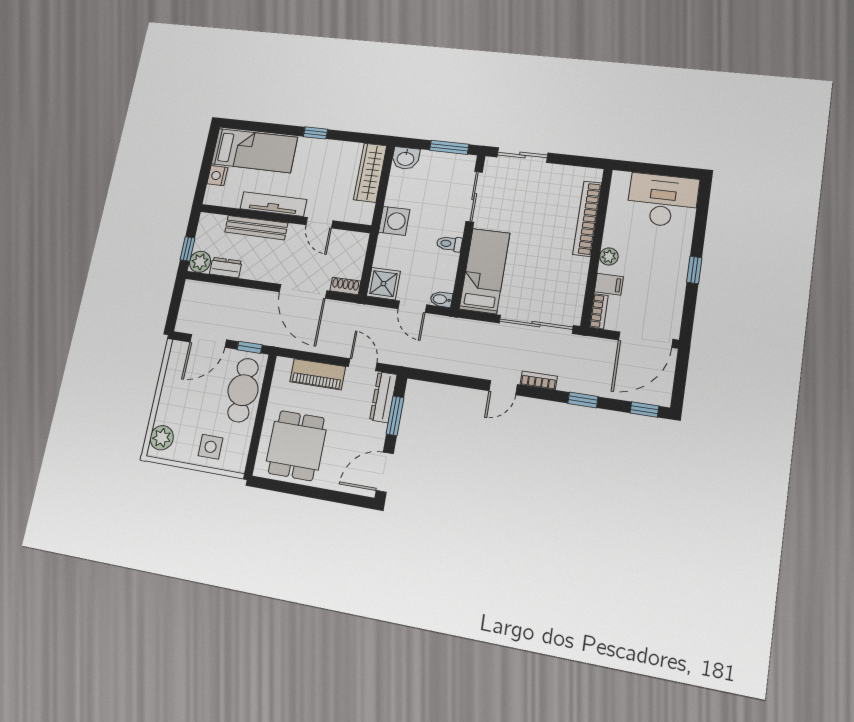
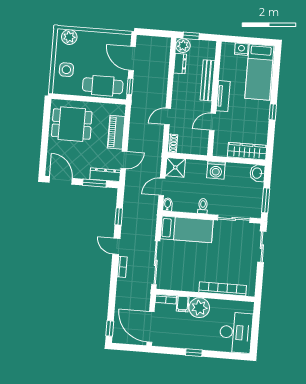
tv unit: (273, 204) -> (223, 96), width x0.71
plant: (609, 256) -> (199, 308), width x1.88, depth x1.88
door: (303, 291) -> (168, 116), width x0.53
window: (583, 400) -> (119, 216), moved

